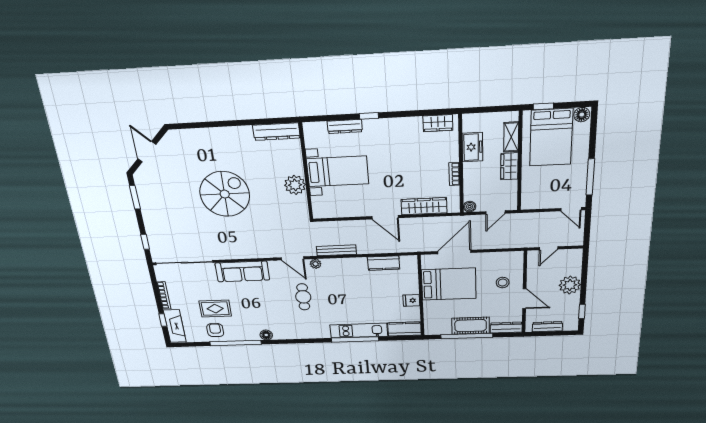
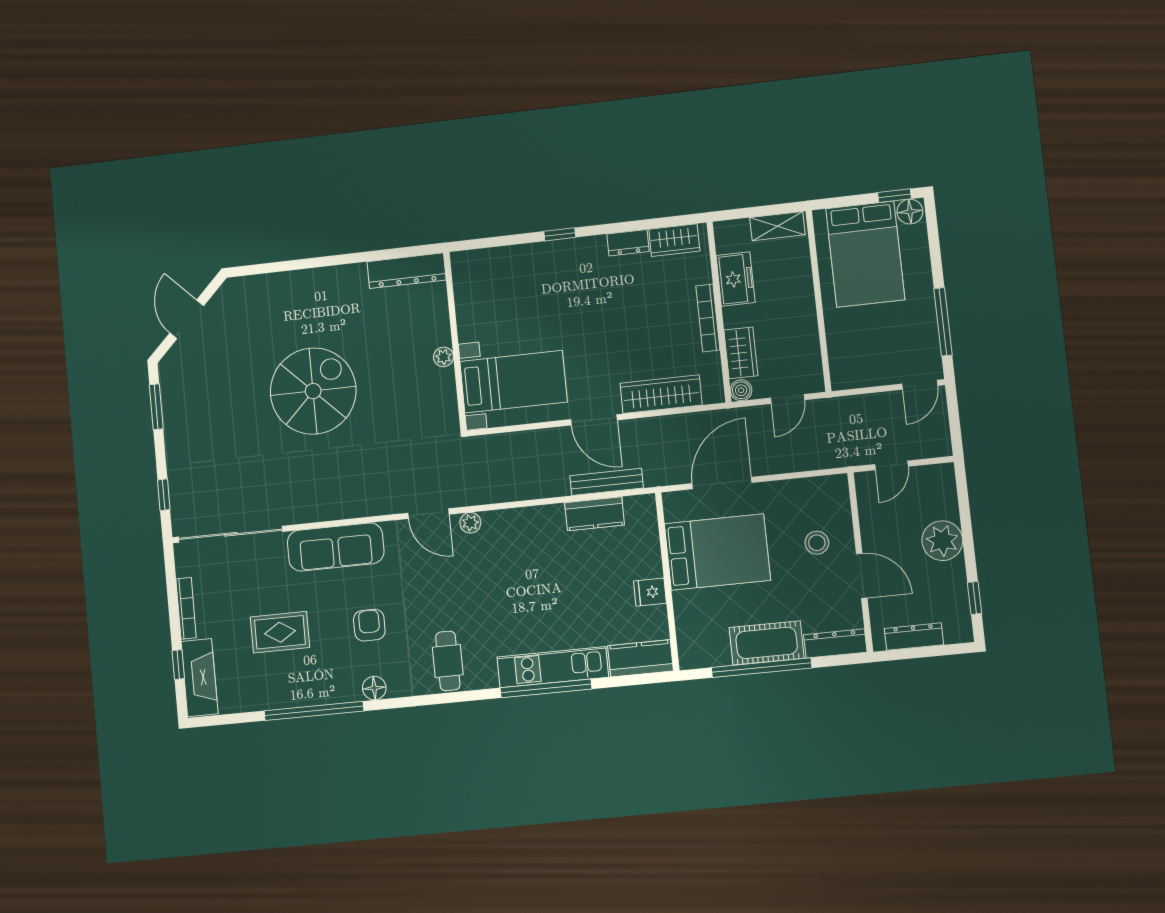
window: (543, 106) -> (894, 196), moved
dresser: (345, 126) -> (628, 243), moved, width x0.70
shelving: (511, 137) -> (777, 226), moved, turned 90
wardrobe: (509, 166) -> (741, 353), moved, turned 180
bed with nightstands: (338, 171) -> (513, 382), moved
bookcase: (454, 174) -> (708, 318), width x1.56
plant: (295, 185) -> (444, 357), width x0.53, depth x0.53
door: (571, 209) -> (920, 385), hinge flipped
bench: (336, 250) -> (607, 482), moved
cafe table: (303, 297) -> (448, 661), moved
armchair: (215, 330) -> (369, 625), moved

